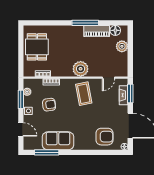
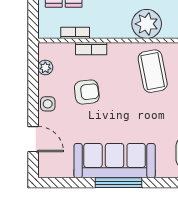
window: (21, 99) -> (33, 82), removed
sofa: (58, 141) -> (115, 161), width x1.36
window: (47, 152) -> (119, 183), moved

